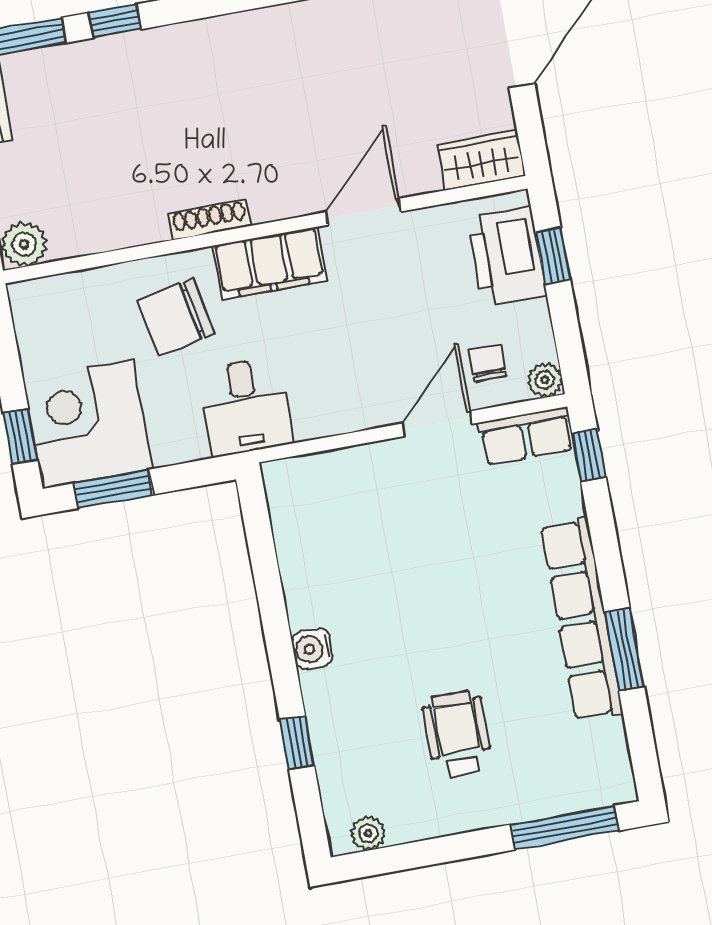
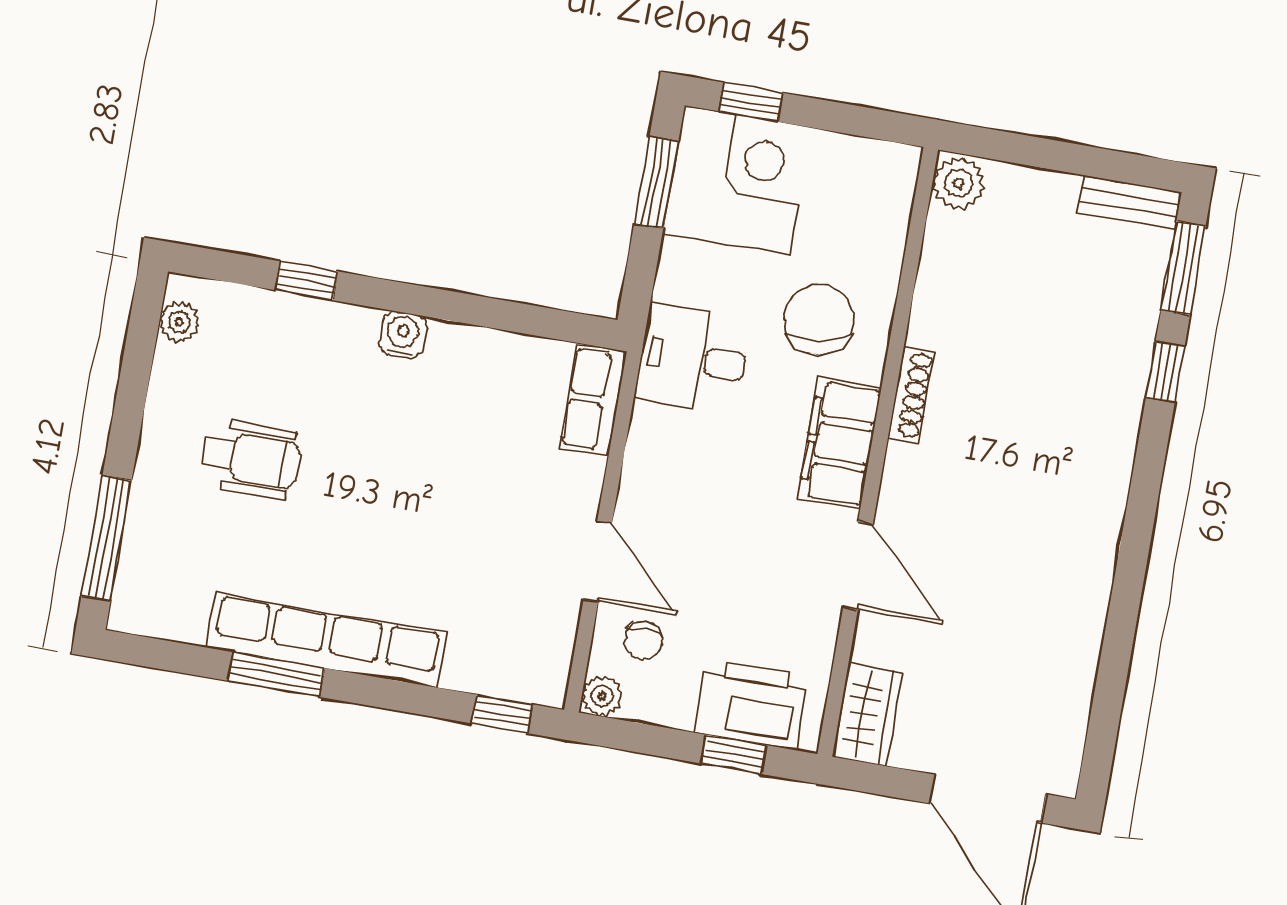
chair: (487, 363) -> (644, 640), turned 90
row of seats: (526, 436) -> (593, 399), moved

